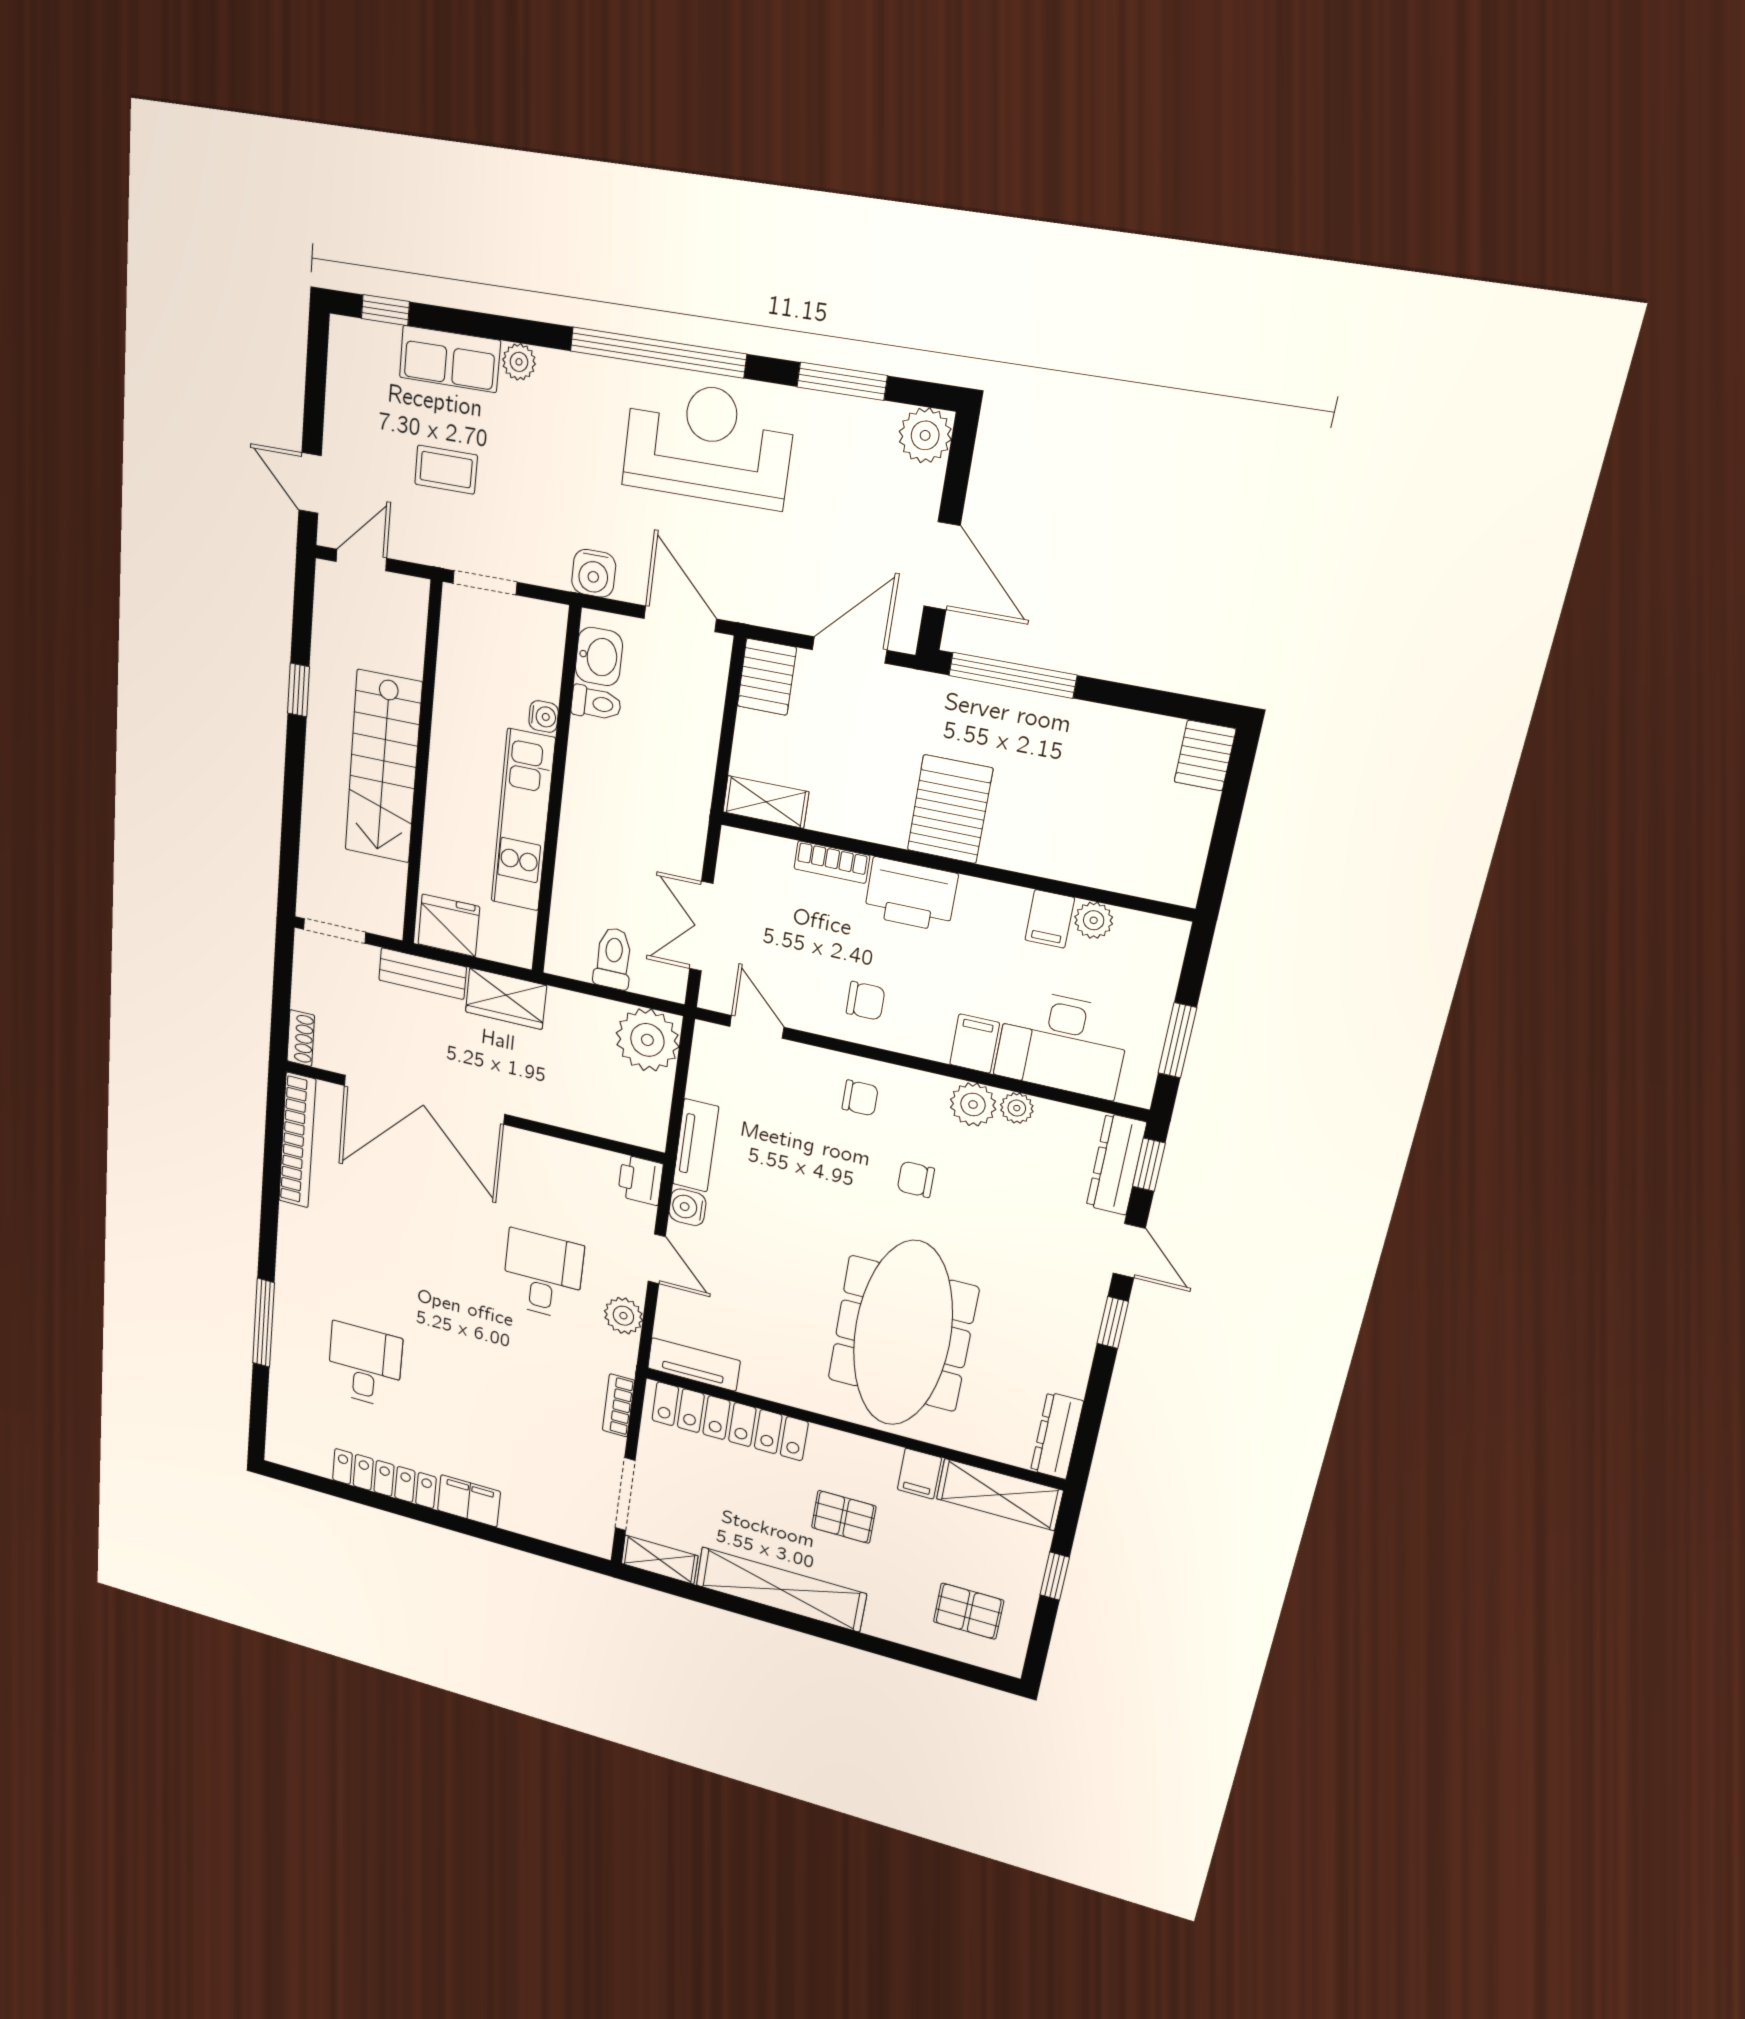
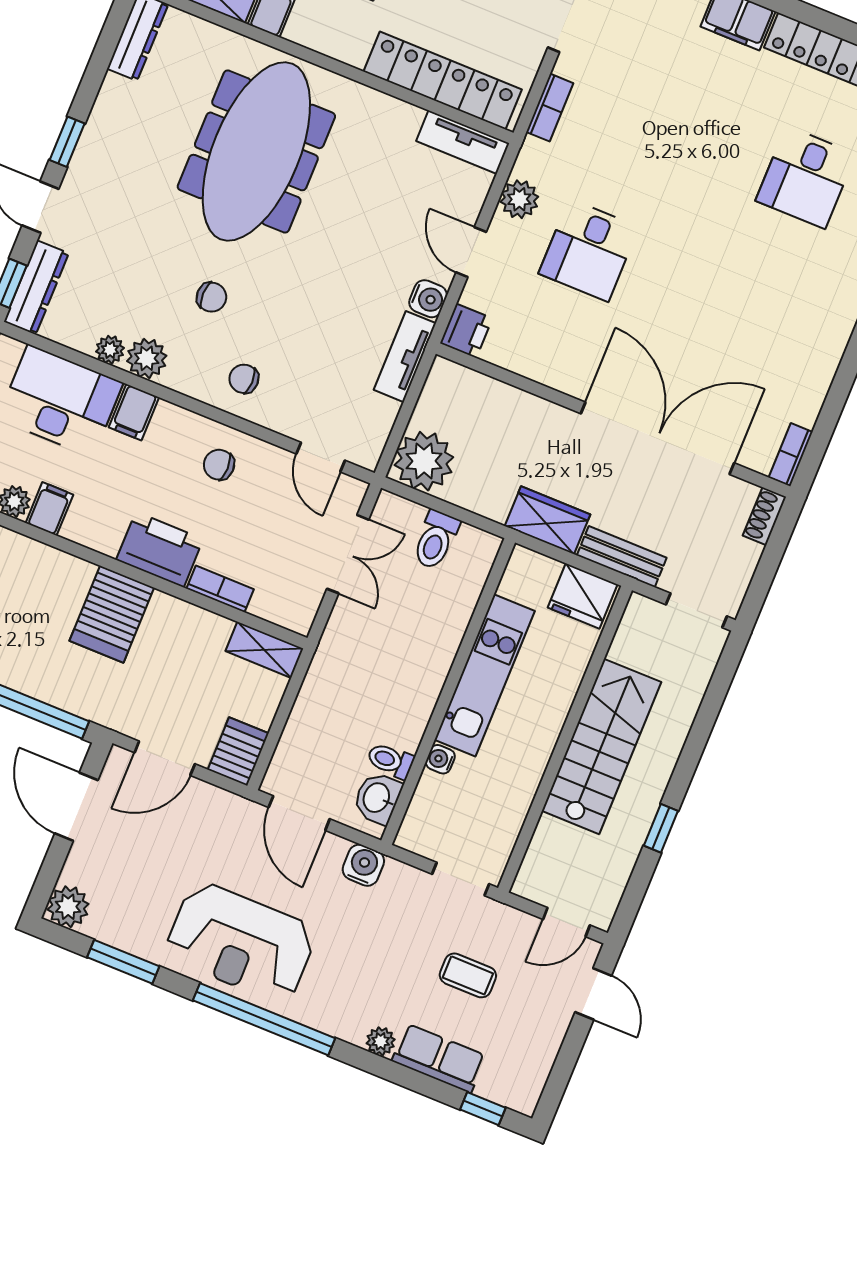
bookcase: (297, 1140) -> (791, 455), width x0.43, depth x0.76

